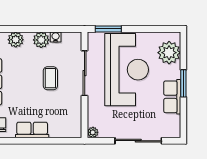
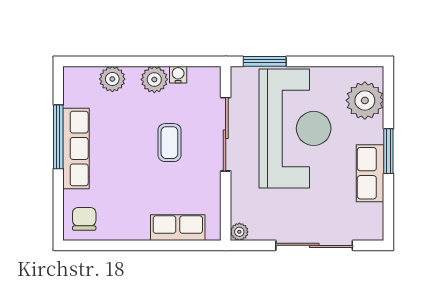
row of seats: (32, 130) -> (178, 228), moved

